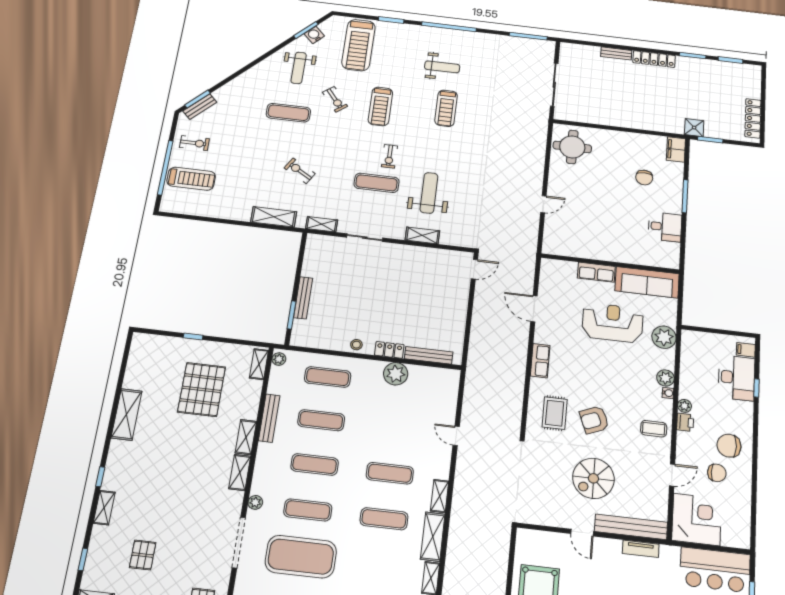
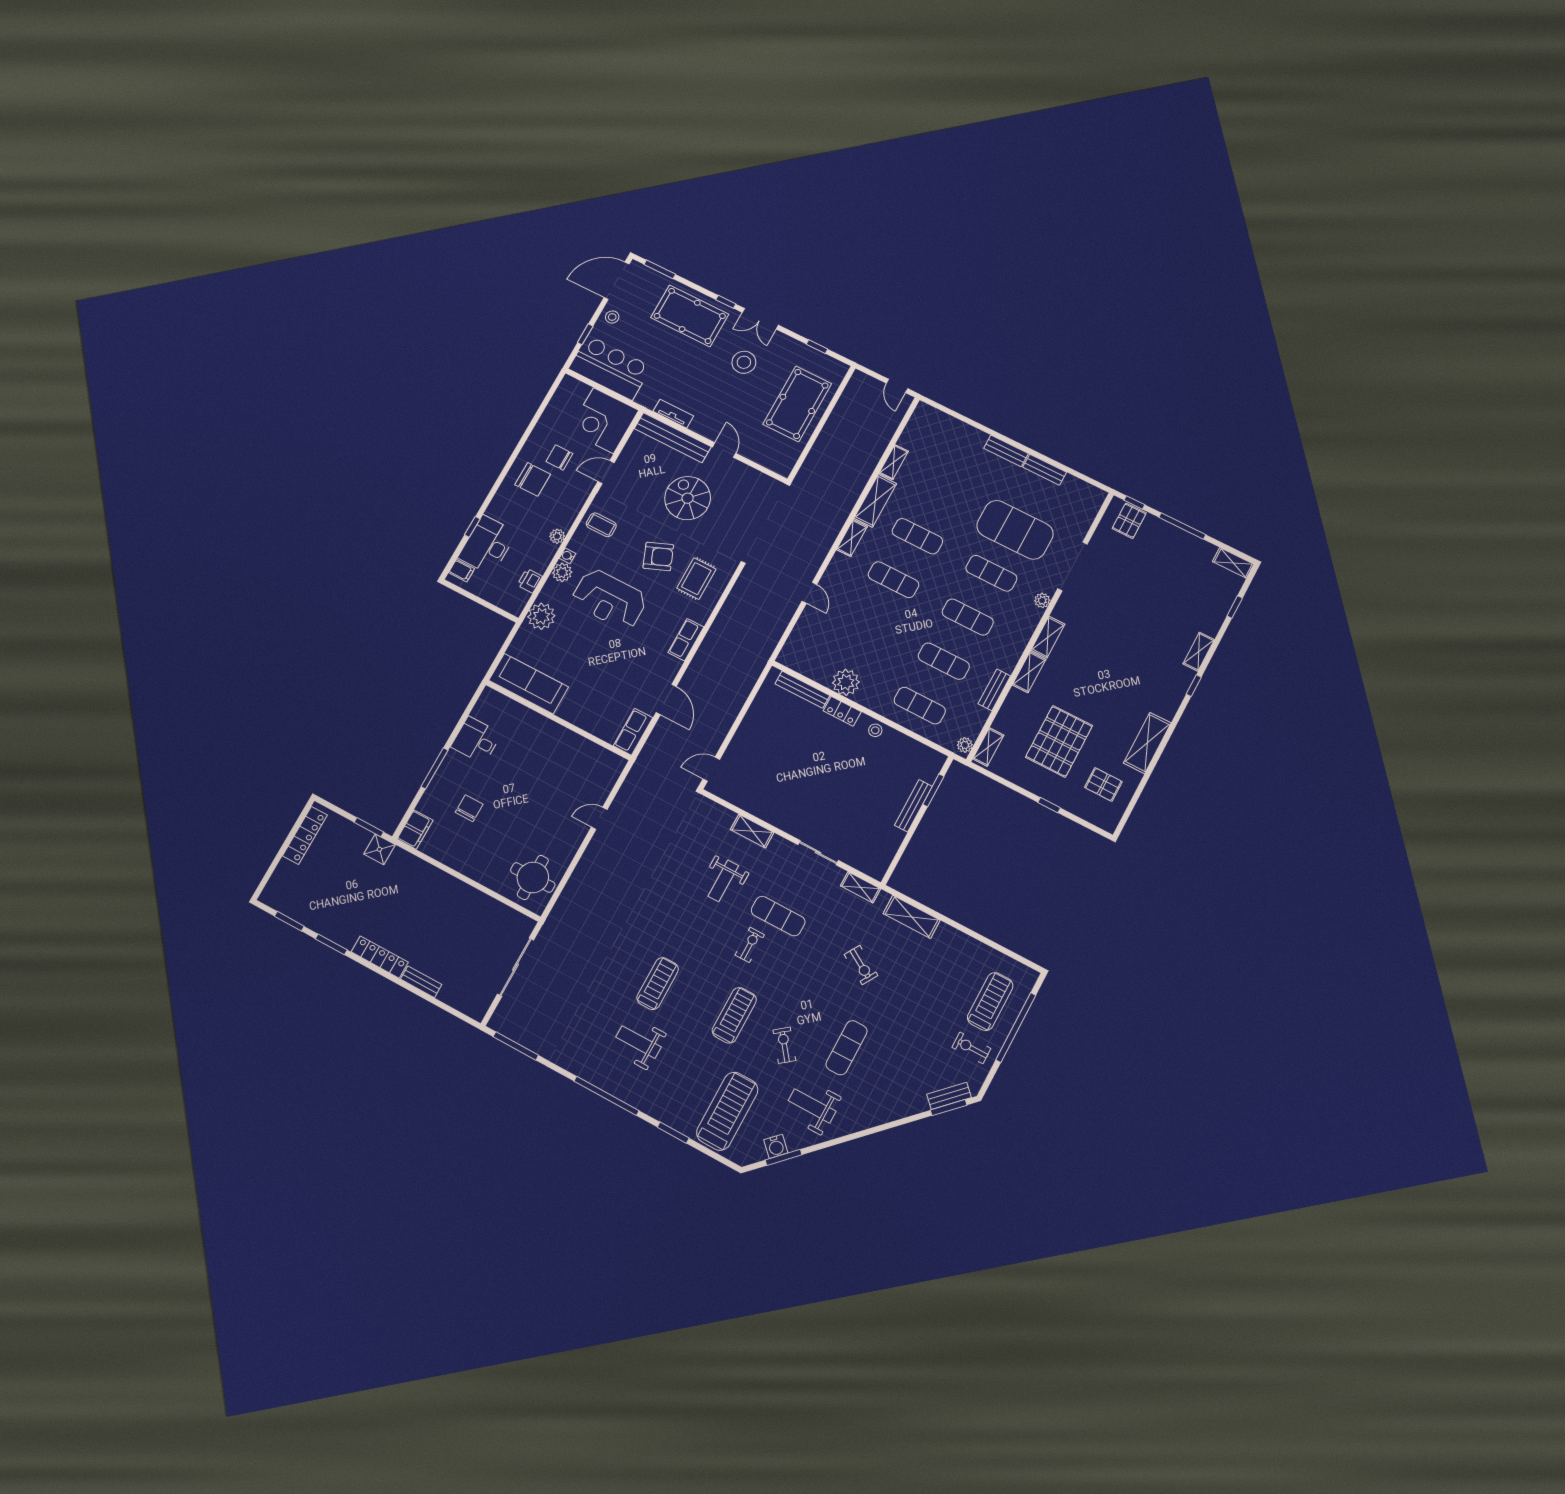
weight bench: (299, 68) -> (812, 1106), turned -90
exercise mat: (288, 113) -> (847, 1048), turned 90
treadmill: (191, 179) -> (990, 1002), turned 90
weight bench: (429, 193) -> (723, 881), width x0.73, depth x0.75
row of seats: (596, 272) -> (633, 732), moved, turned -90
reception desk: (613, 323) -> (609, 599), moved
bench: (269, 418) -> (994, 690), width x0.73
printer: (685, 422) -> (530, 581), moved
spiral stairs: (593, 478) -> (688, 498), turned -90
pallet: (143, 555) -> (1103, 784), moved, turned 90

